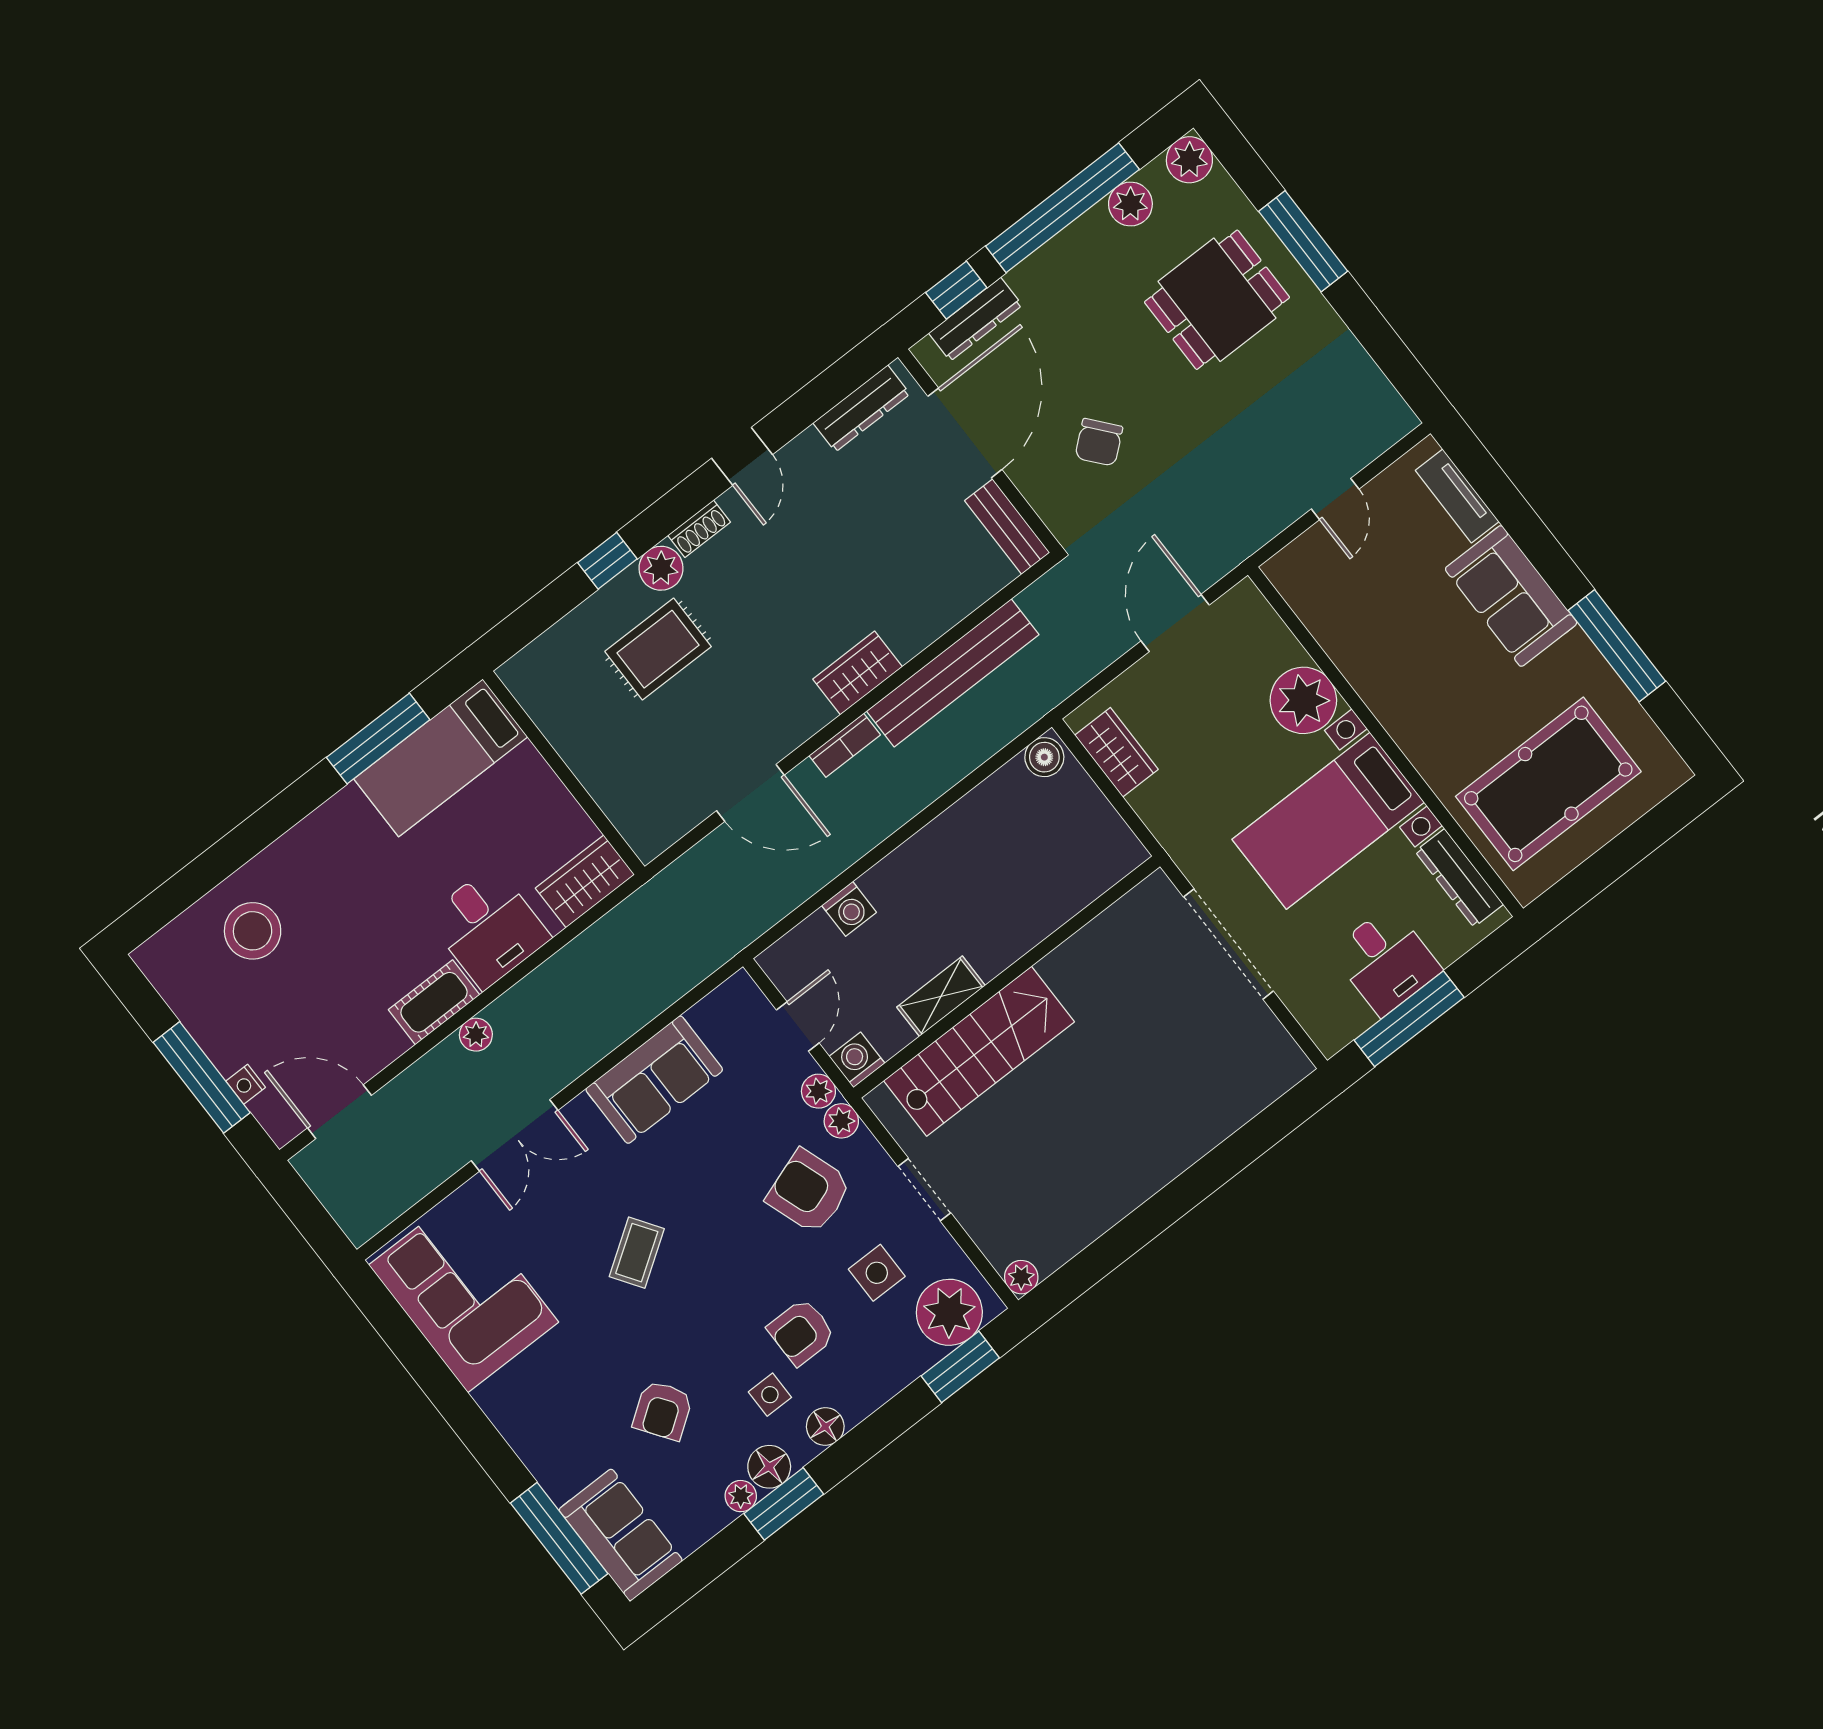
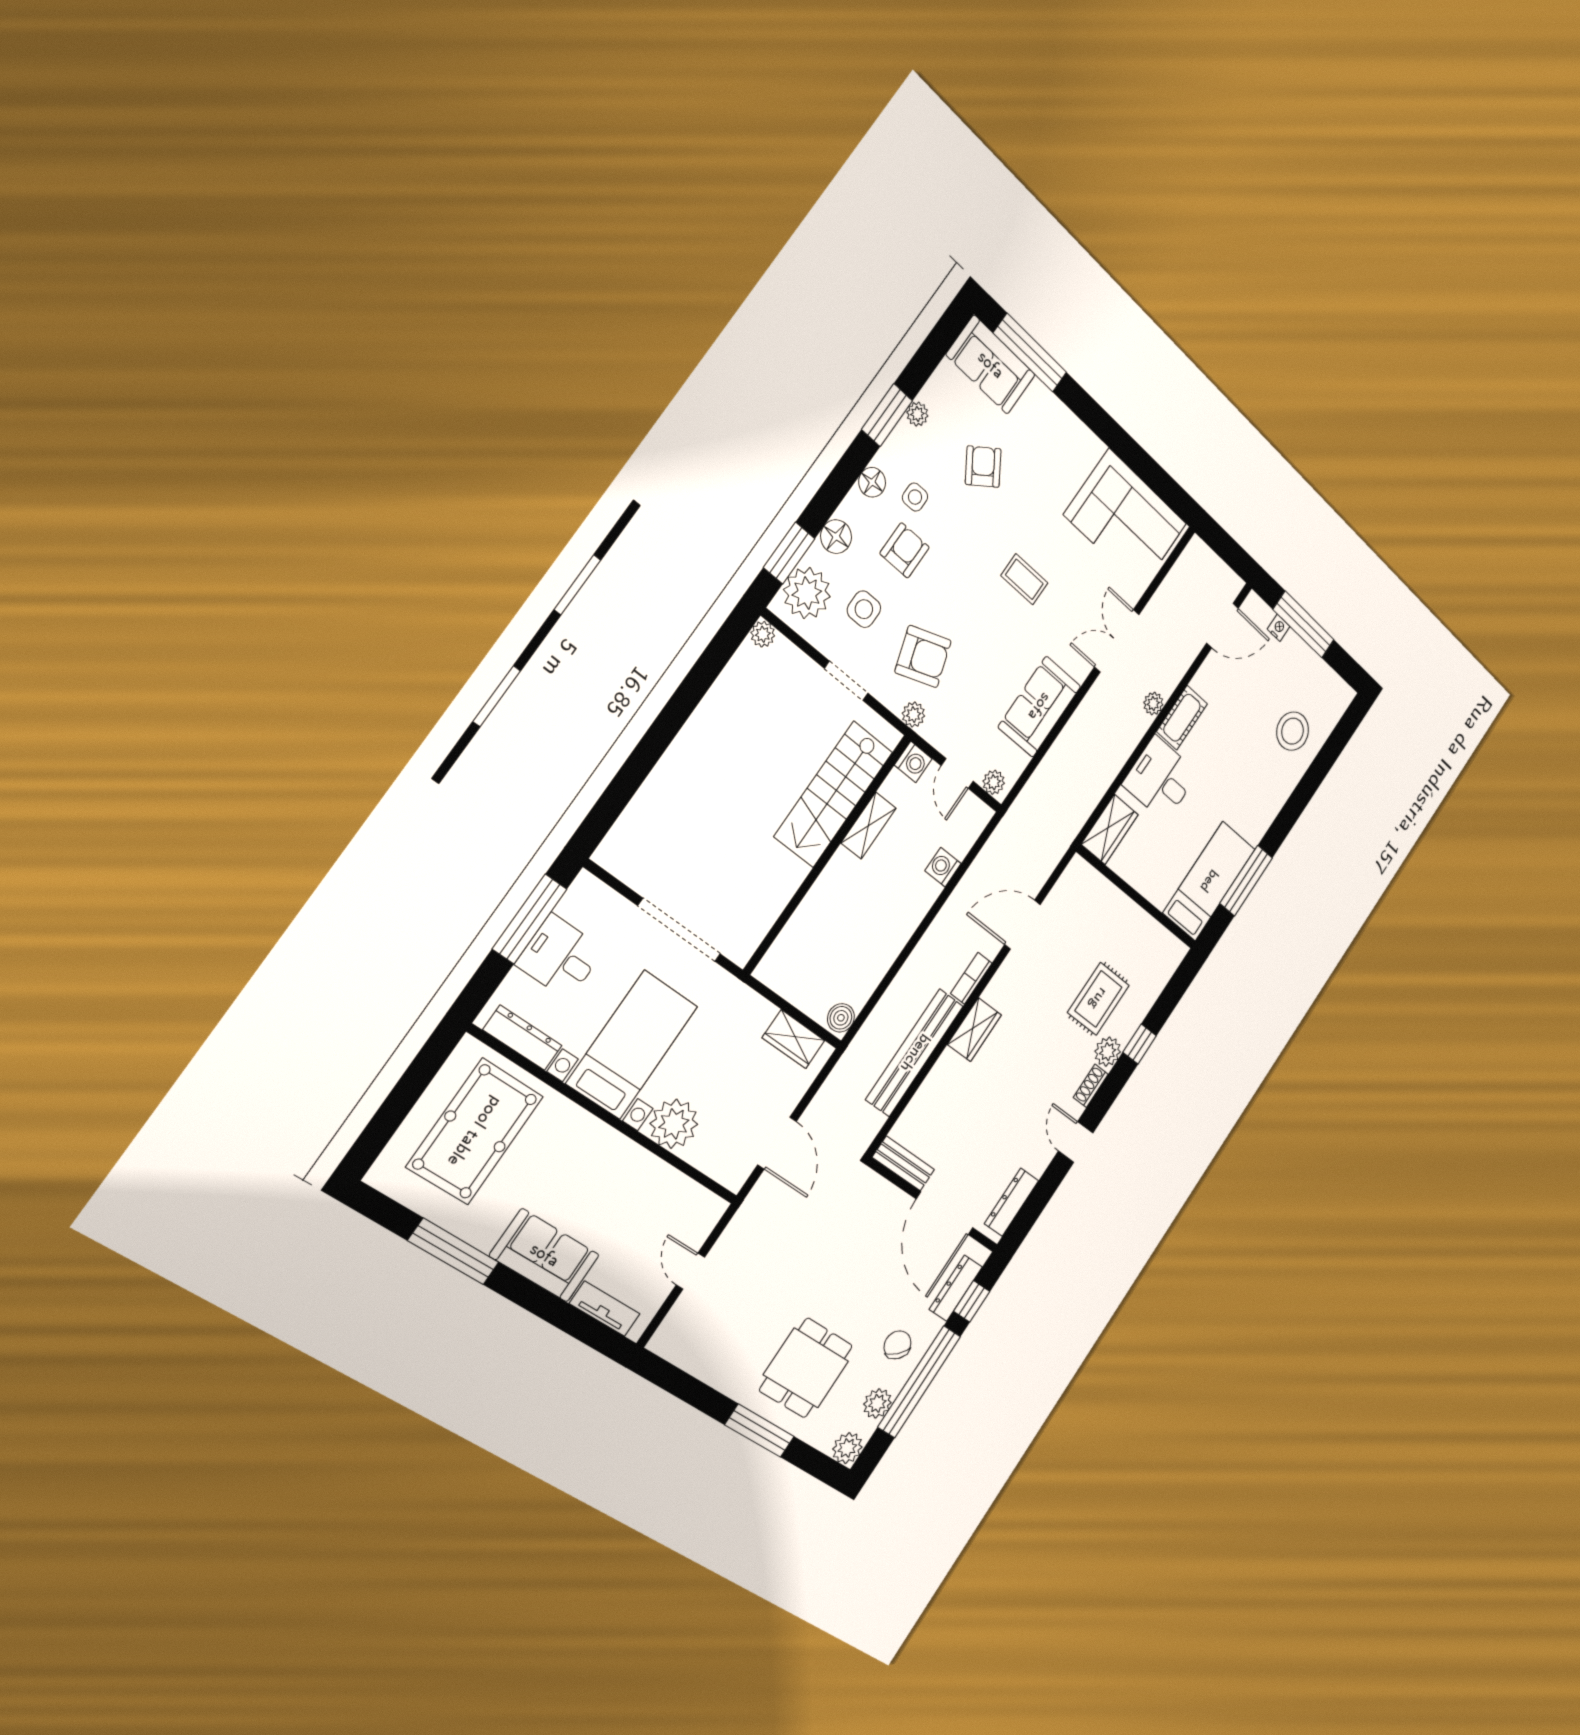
chair: (1099, 442) -> (898, 1345), moved
plant: (818, 1091) -> (994, 782), moved
coffee table: (637, 1253) -> (1024, 579), turned -56
floor lamp: (769, 1467) -> (836, 537), moved

